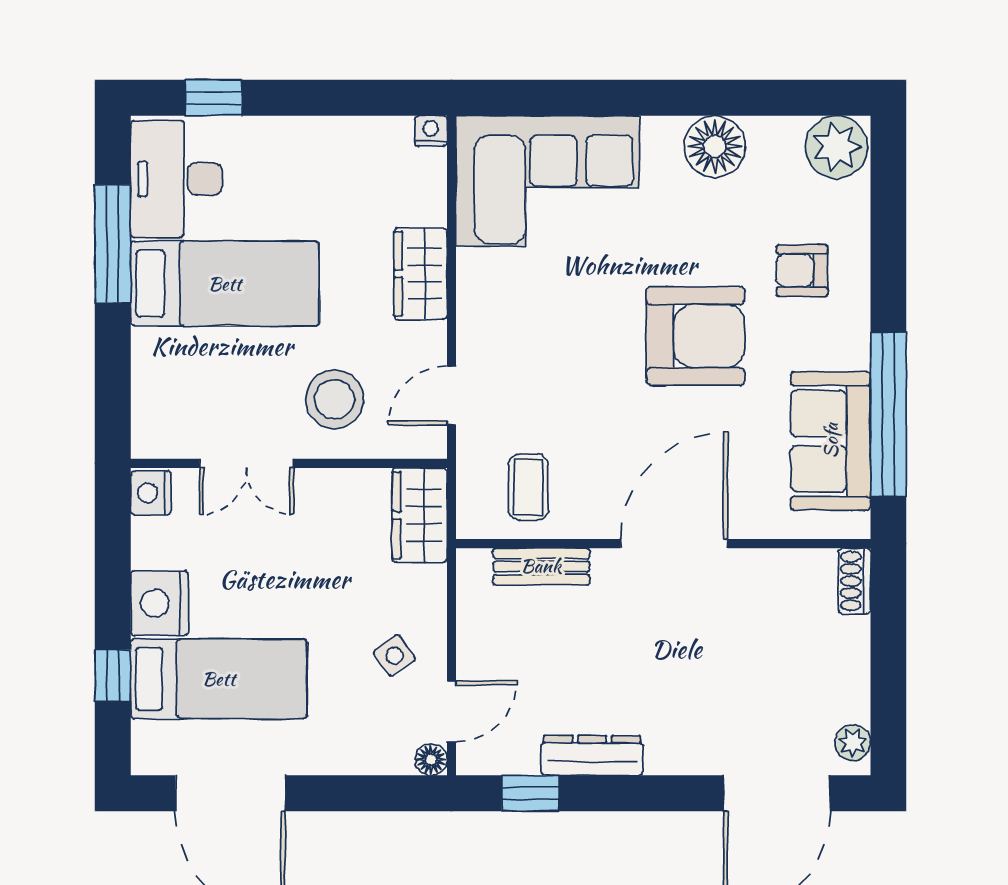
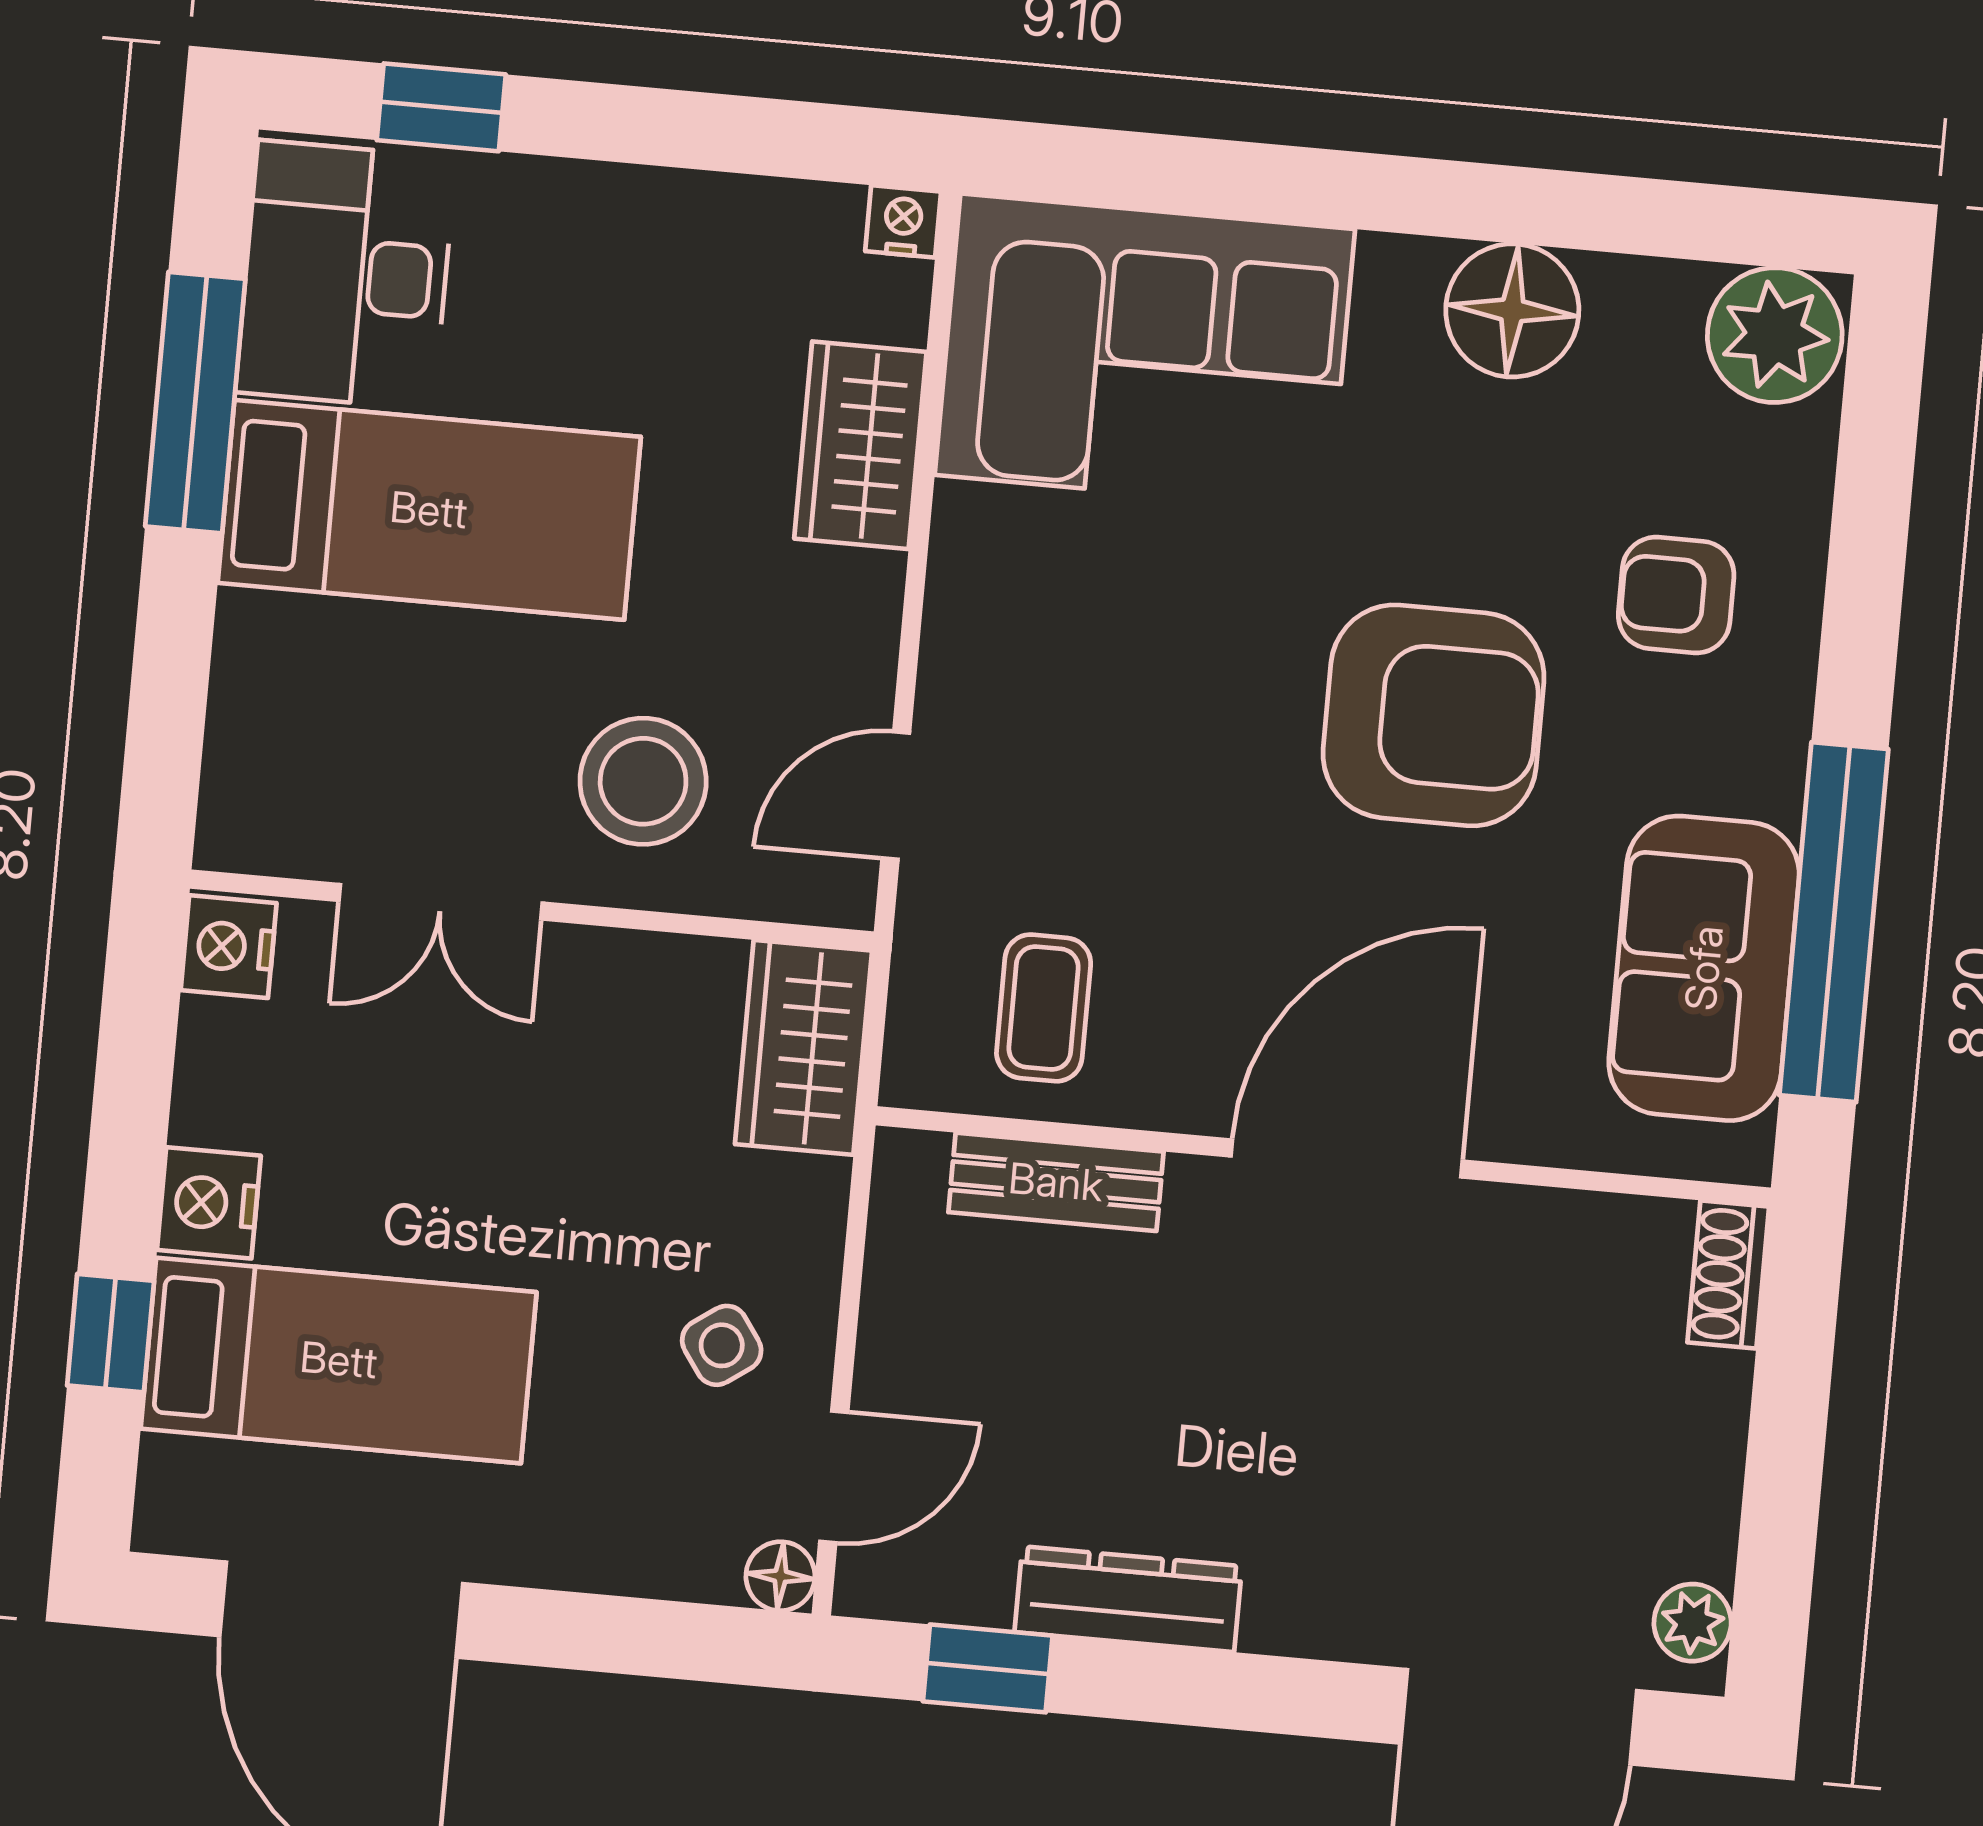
wardrobe: (421, 274) -> (860, 445), moved
nightstand: (160, 603) -> (209, 1203), width x0.74, depth x0.75

